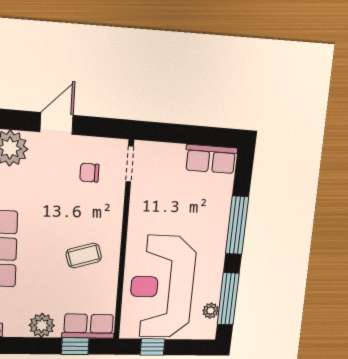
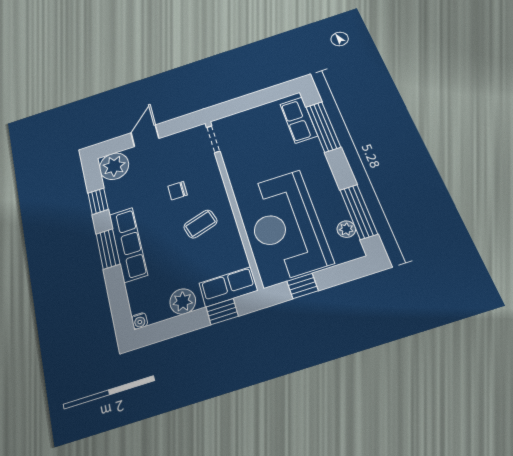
row of seats: (211, 159) -> (299, 120), moved, turned 90
chair: (89, 173) -> (178, 191), moved
window: (237, 225) -> (323, 127), moved

